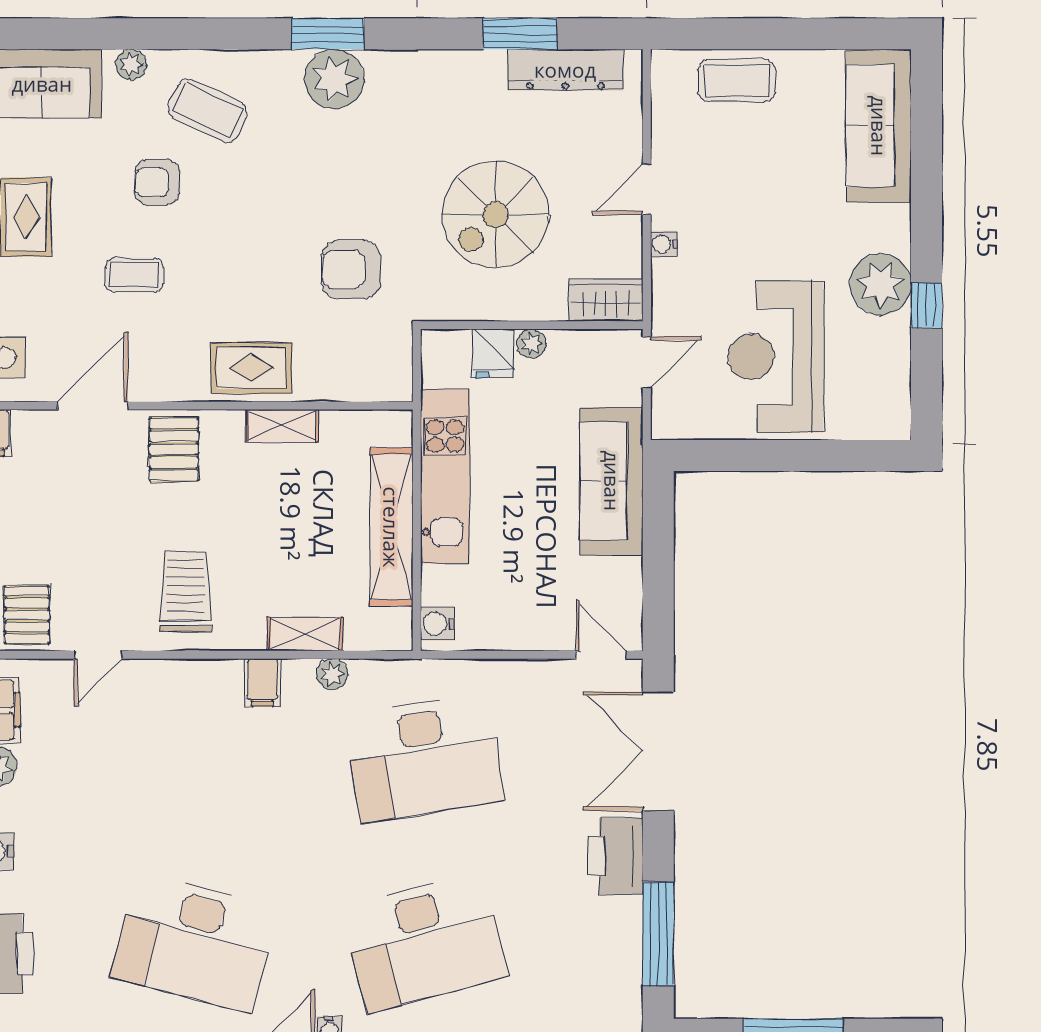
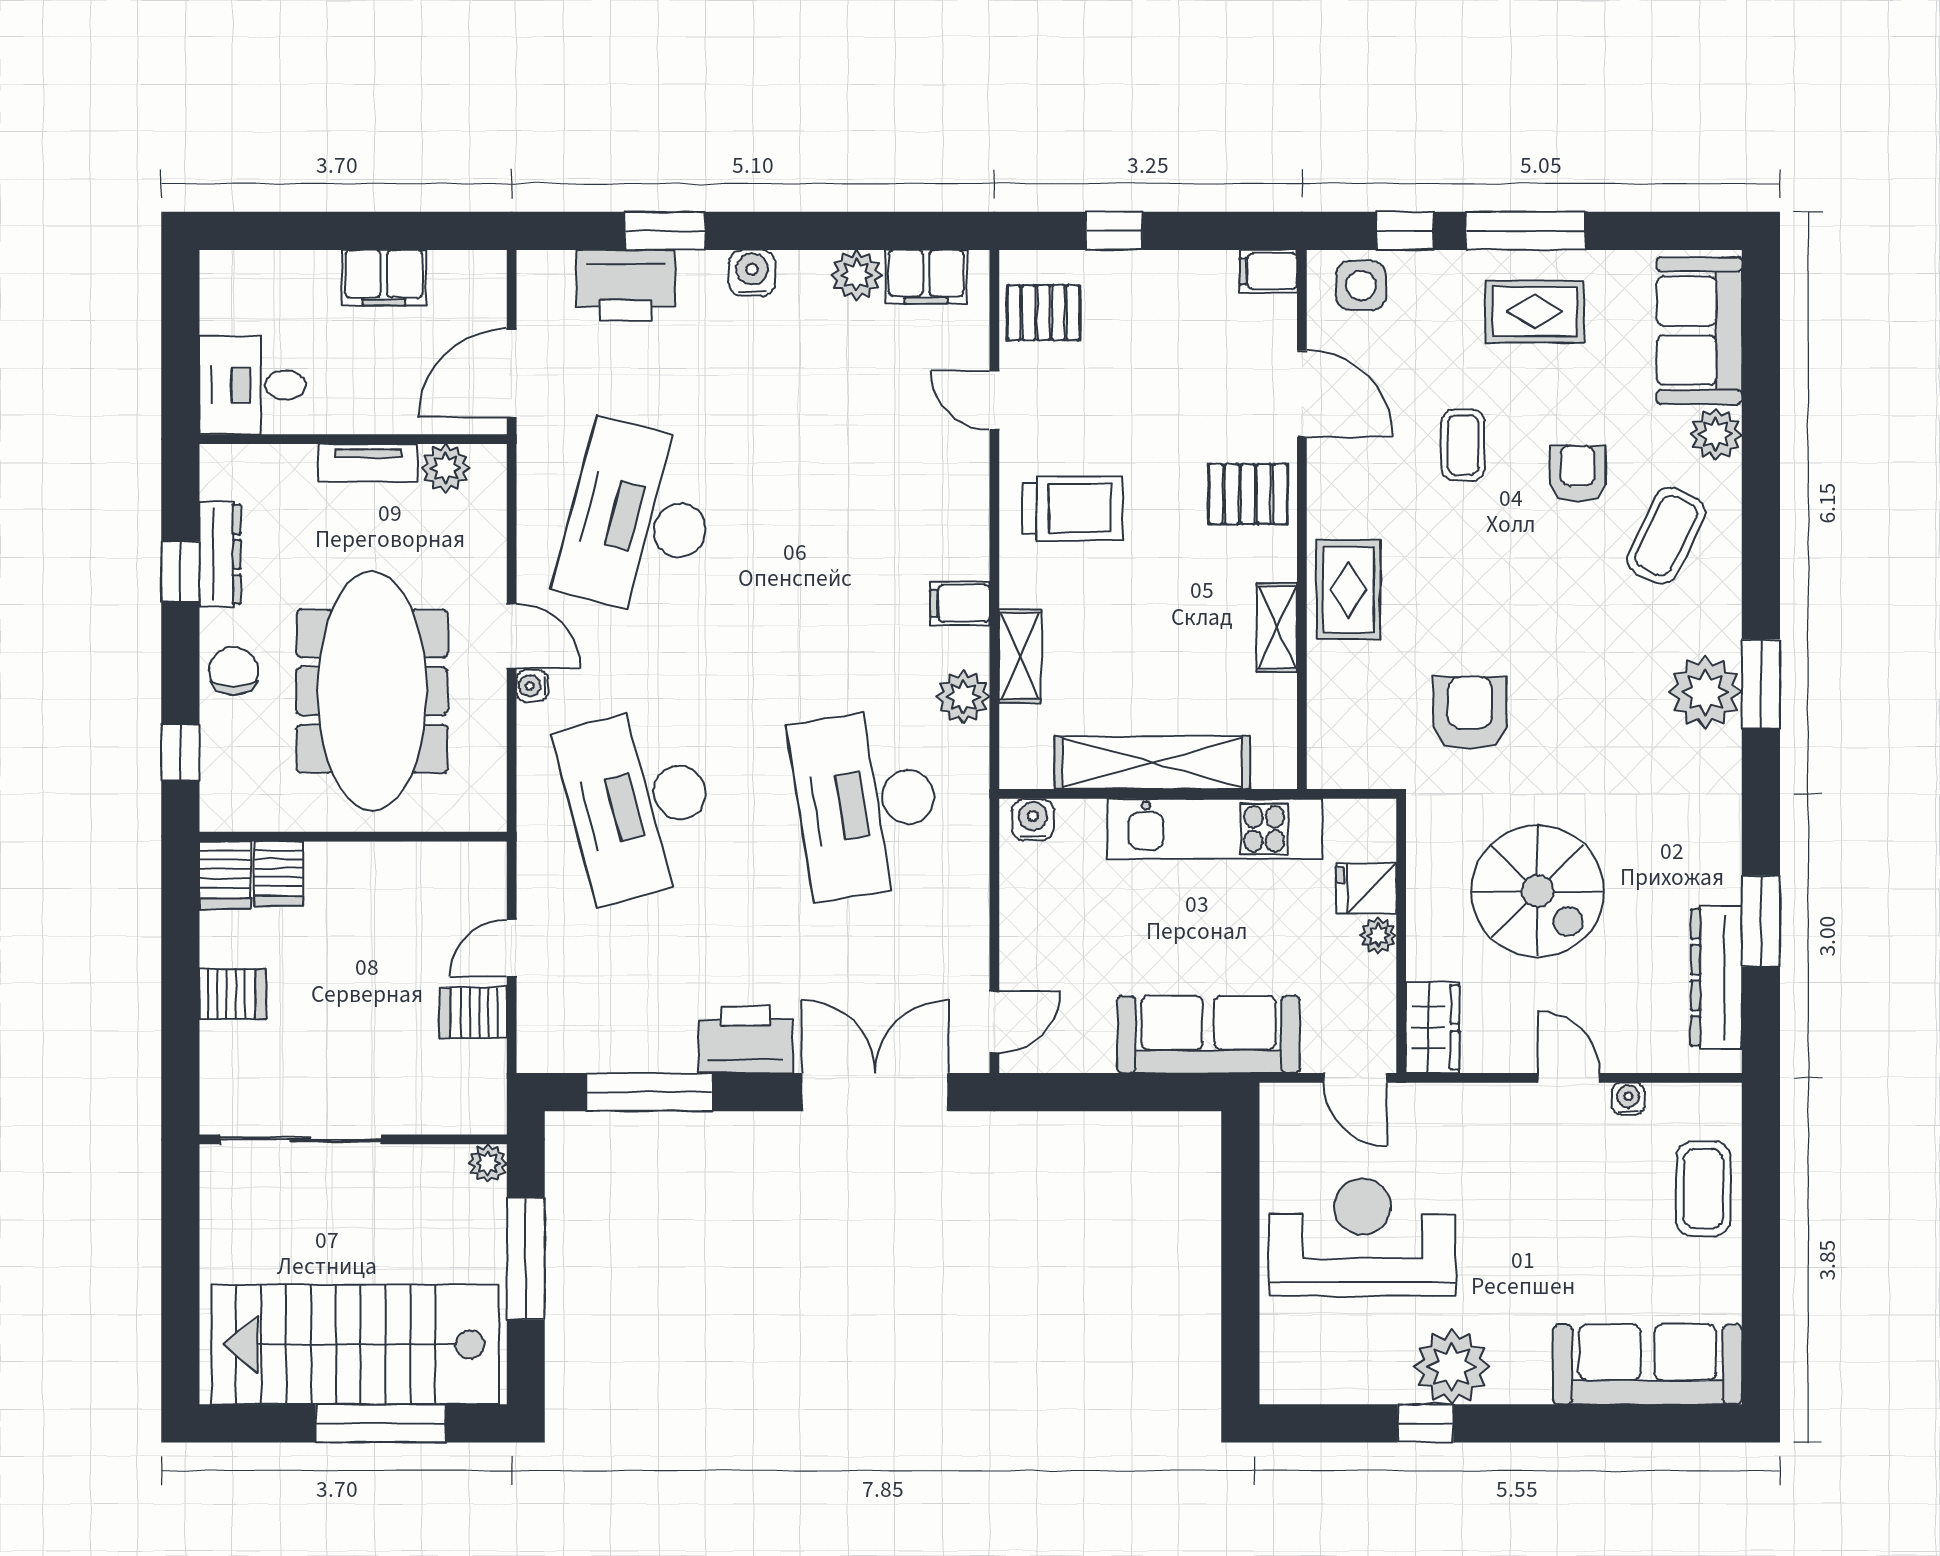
plant: (131, 65) -> (1716, 434), width x1.38, depth x1.38
spiral stairs: (495, 215) -> (1538, 891), turned 180
water cooler: (664, 244) -> (1628, 1099), moved
plant: (332, 674) -> (963, 697), width x1.38, depth x1.38

